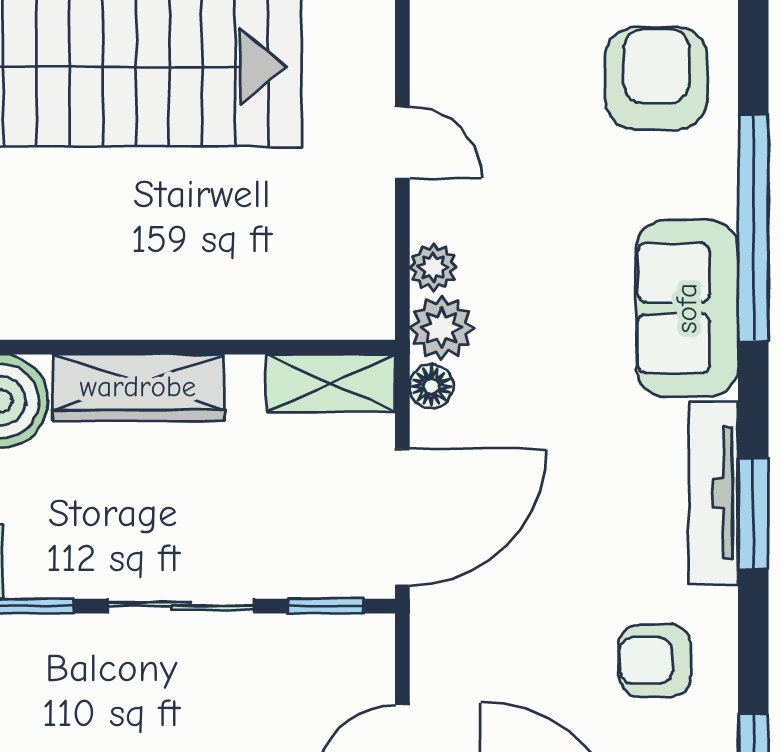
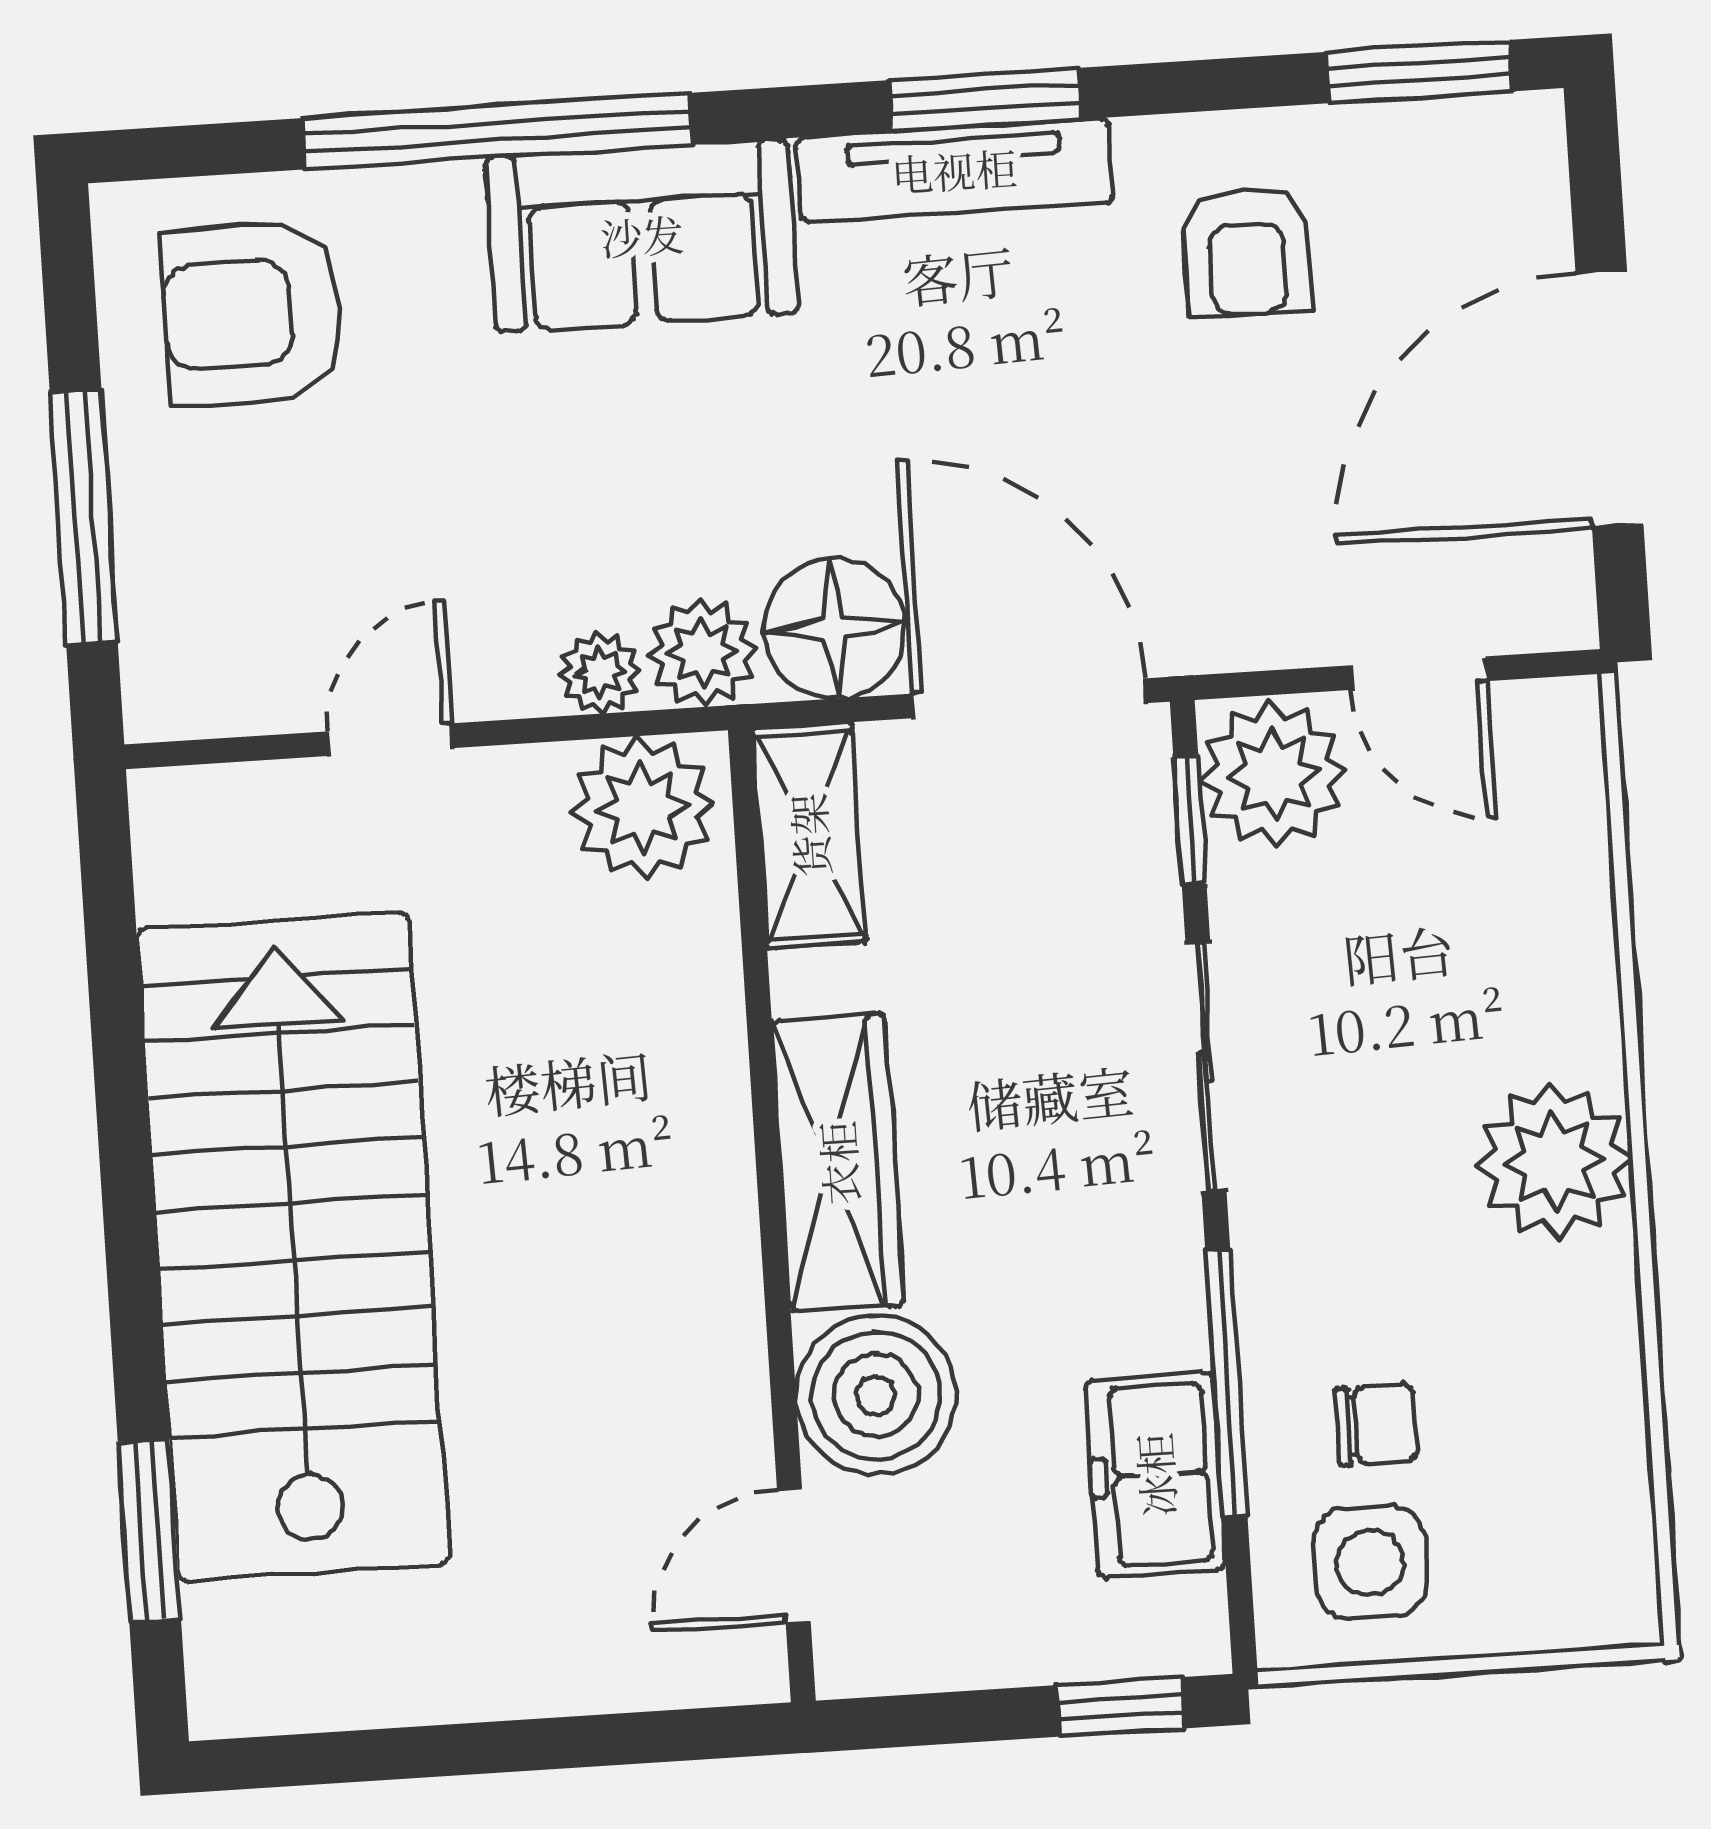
plant: (353, 287) -> (642, 808), added
floor lamp: (431, 386) -> (834, 628), width x1.89, depth x1.89
plant: (349, 656) -> (1273, 775), added

